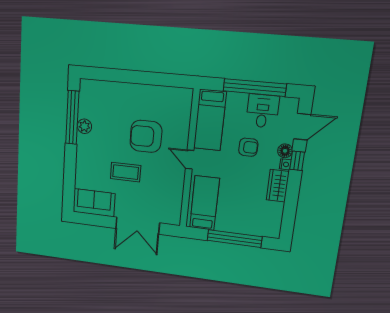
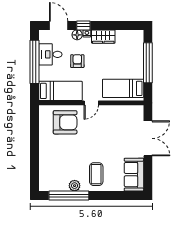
armchair: (146, 136) -> (65, 122), moved, turned -90
coffee table: (126, 172) -> (96, 174), moved

